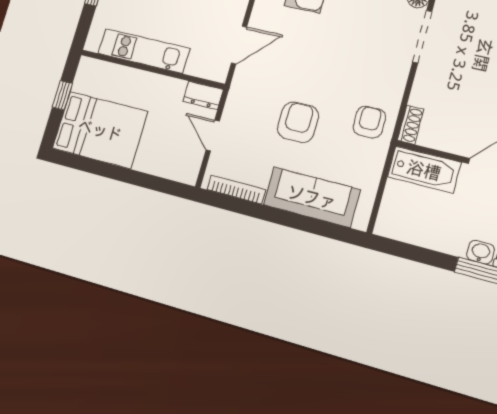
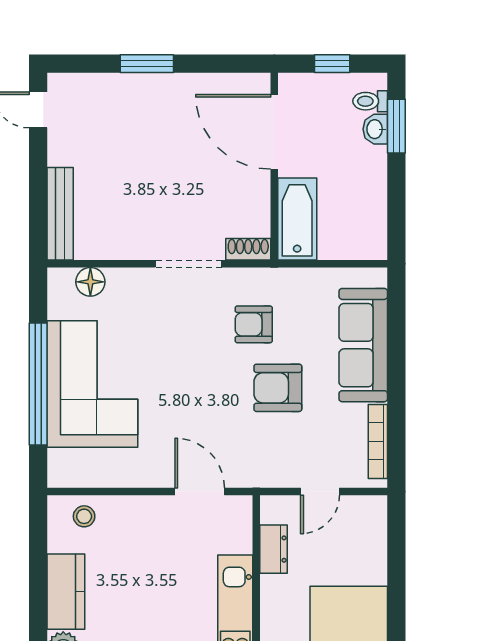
doorway: (422, 37) -> (188, 264), moved
dresser: (203, 95) -> (273, 549), moved
armchair: (369, 122) -> (254, 324), moved

